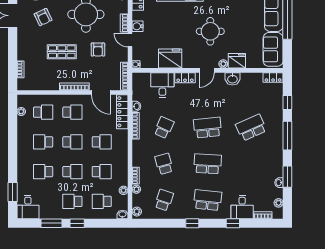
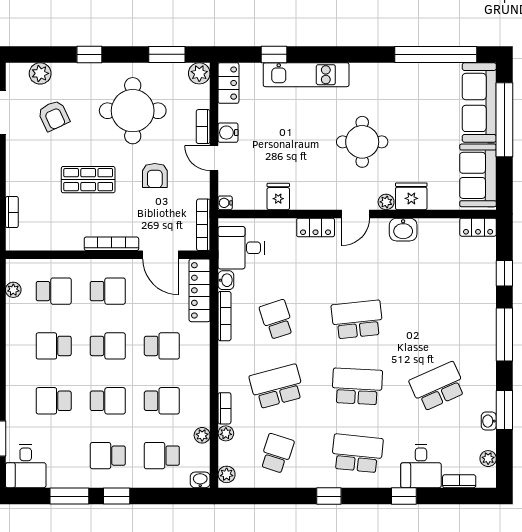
fridge: (170, 58) -> (278, 196), width x0.53, depth x0.75
desk: (162, 85) -> (241, 248), moved, turned -90
school desk: (164, 128) -> (277, 319), turned -42
school desk: (251, 128) -> (438, 386), moved
school desk: (164, 164) -> (277, 386), width x1.85

